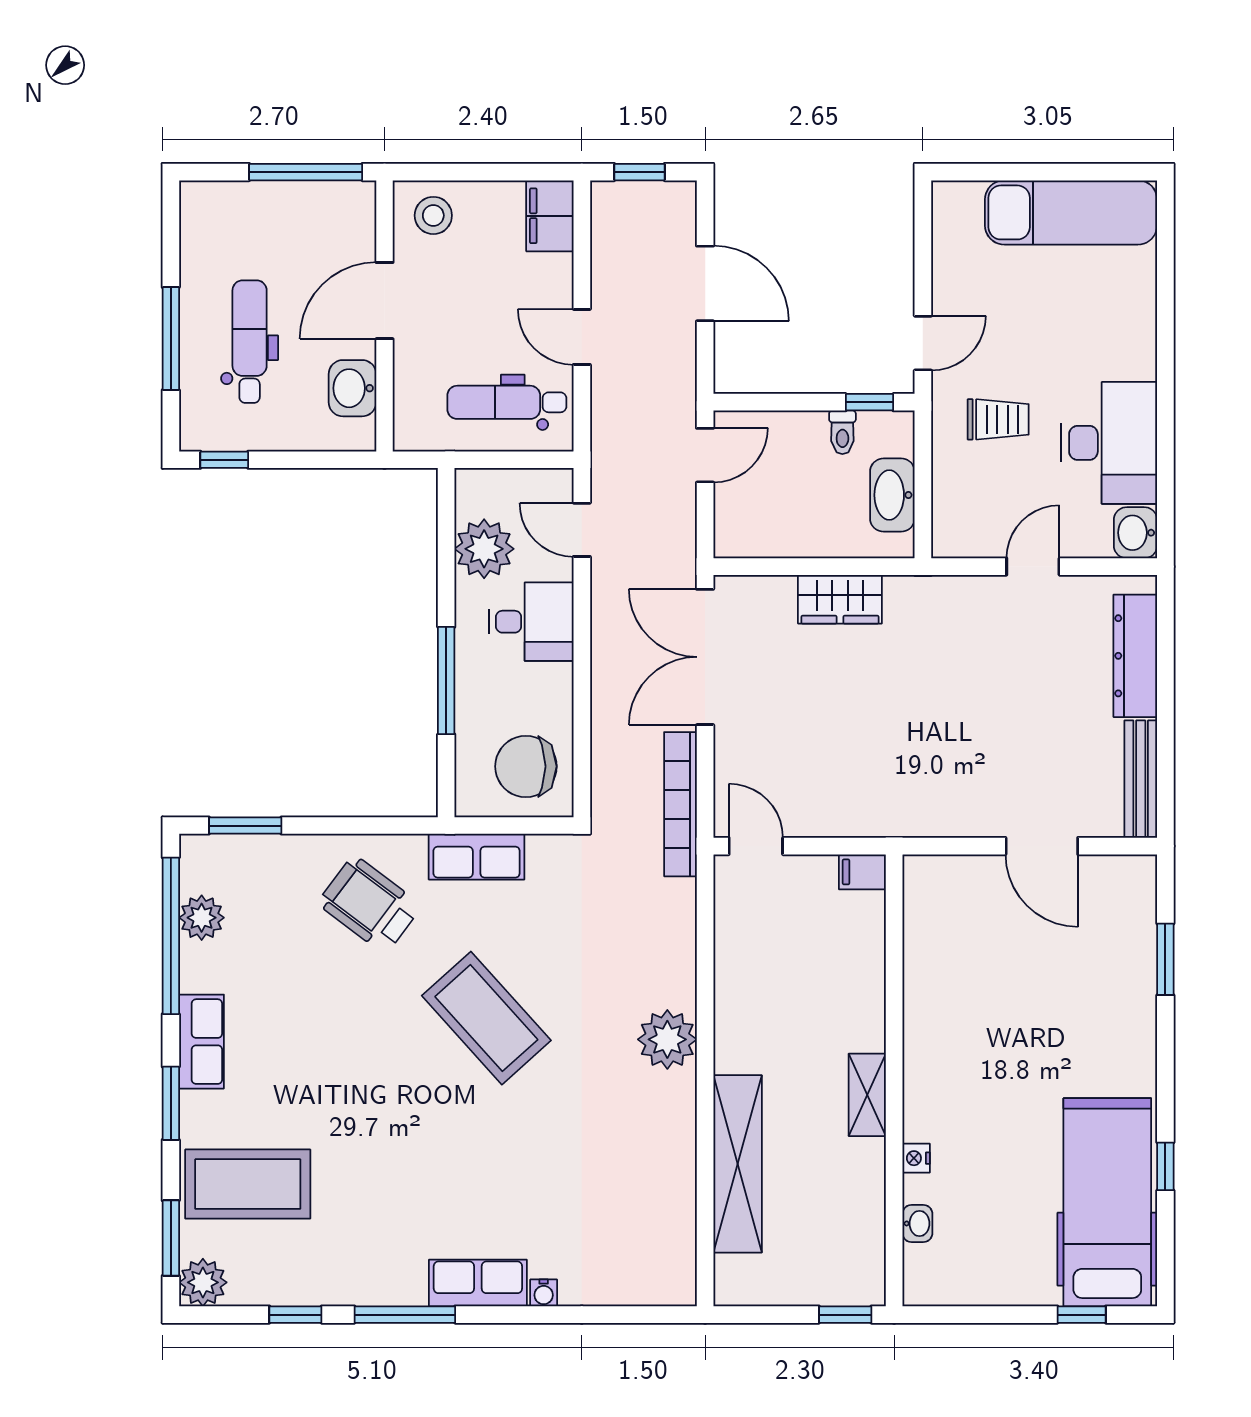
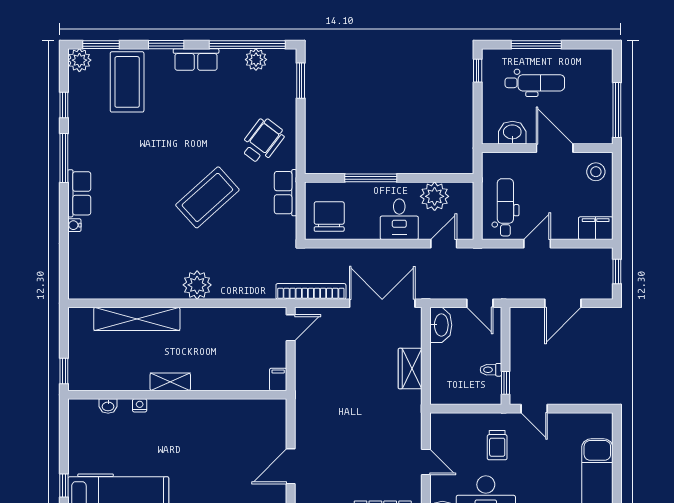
washbasin: (892, 495) -> (441, 325), moved, turned 90

